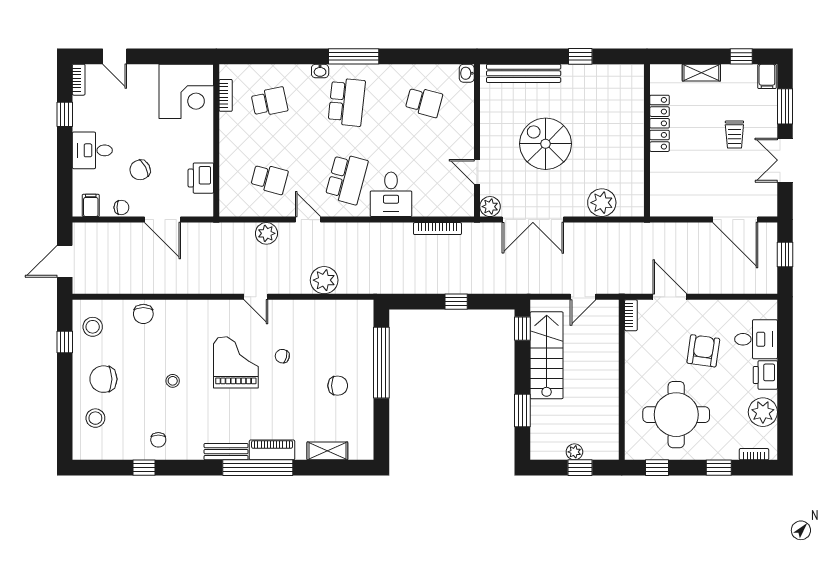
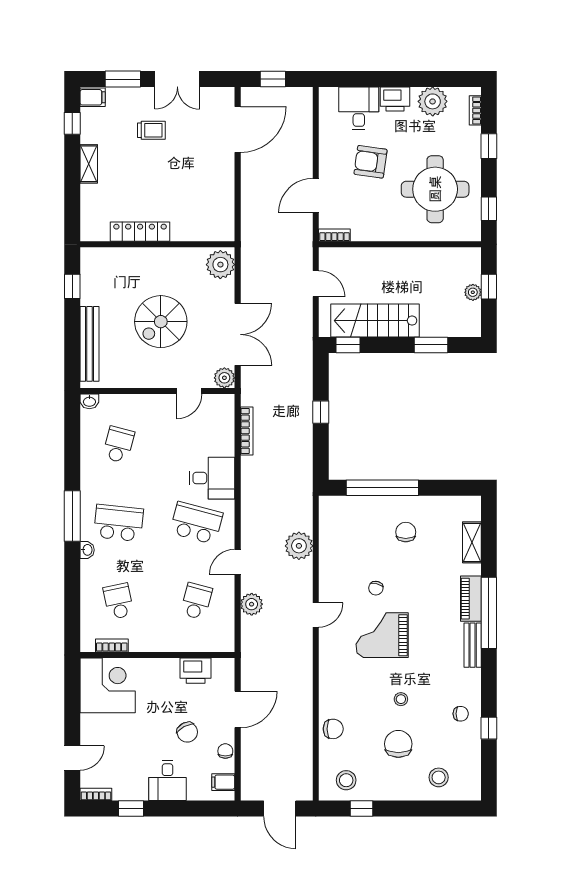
locker: (660, 123) -> (140, 232), moved
wall: (647, 140) -> (157, 244), moved
chair: (103, 379) -> (398, 744), moved, turned 180

